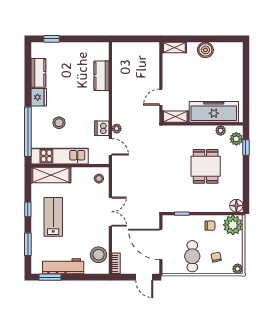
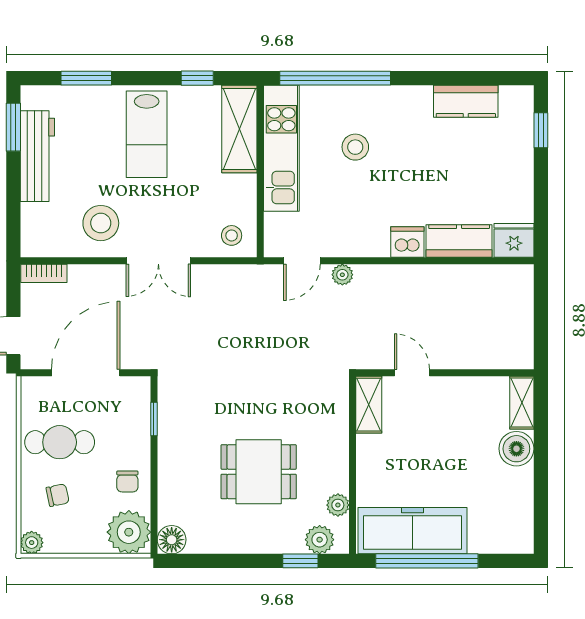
boiler: (205, 50) -> (516, 449), moved
window: (246, 90) -> (427, 561), added
fridge: (39, 97) -> (514, 240), moved, turned 180
freezer: (214, 112) -> (412, 531), moved, turned -90
dishwasher: (102, 128) -> (407, 242), moved
window: (28, 209) -> (197, 78), moved
lab bench: (53, 217) -> (147, 134), turned 90
stool: (99, 255) -> (101, 223), moved

